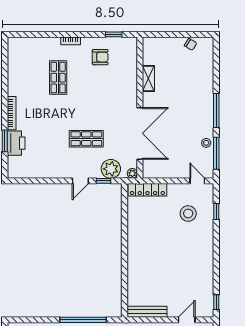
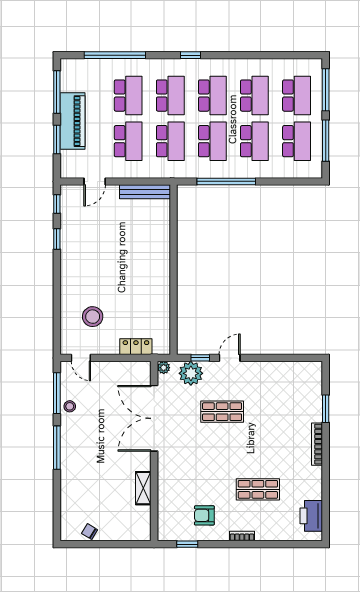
shop shelf: (58, 78) -> (258, 489), turned 90
printer: (16, 143) -> (311, 516), moved
locker: (147, 190) -> (136, 347), width x0.66
window: (216, 212) -> (57, 239), moved

